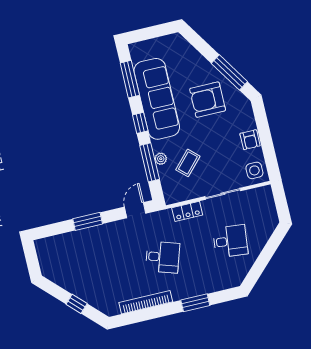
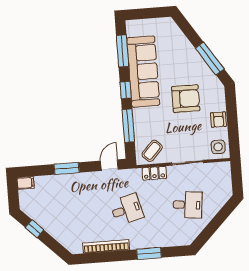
armchair: (208, 100) -> (186, 99), moved, turned 180
plant: (161, 159) -> (139, 124), removed
coffee table: (188, 163) -> (152, 151), moved
filing cabinet: (44, 245) -> (26, 183), added
desk: (163, 257) -> (127, 210), turned -33
window: (77, 304) -> (34, 229), moved

